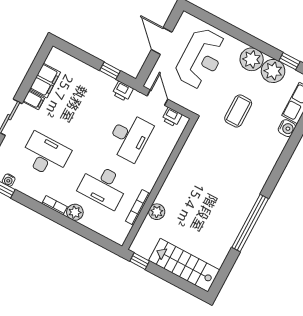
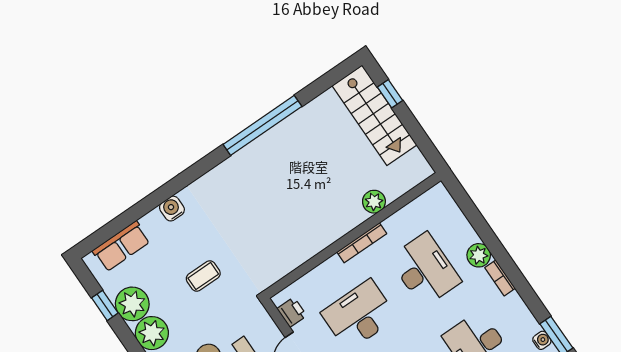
coffee table: (238, 111) -> (203, 276), width x0.73, depth x0.77
water cooler: (287, 128) -> (172, 209), moved
bookcase: (138, 207) -> (362, 243), moved
window: (140, 261) -> (390, 94), moved

